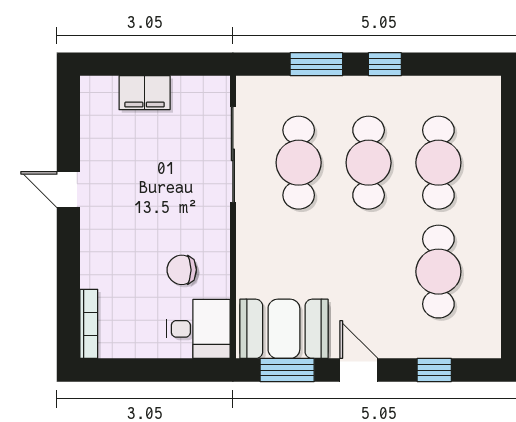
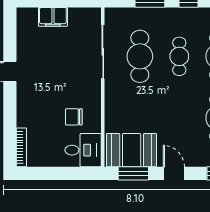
cafe table: (369, 163) -> (179, 56), width x0.73, depth x0.74

